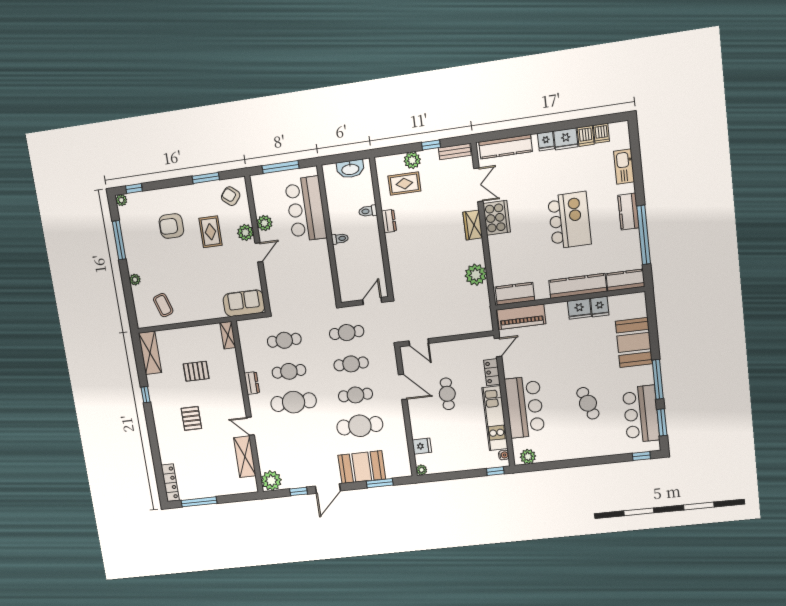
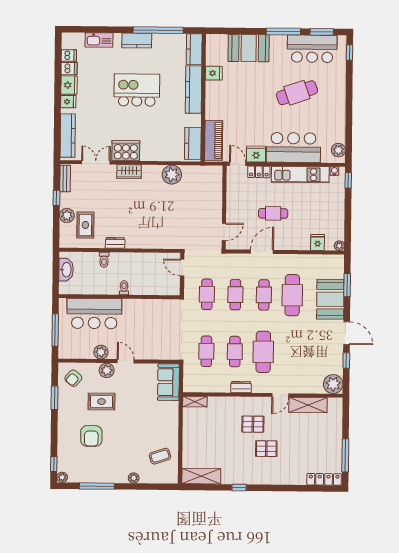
fridge: (579, 309) -> (256, 154), moved, turned -90
pallet: (196, 371) -> (253, 424), moved, turned 90
cafe table: (588, 403) -> (297, 93), width x1.37, depth x1.35

